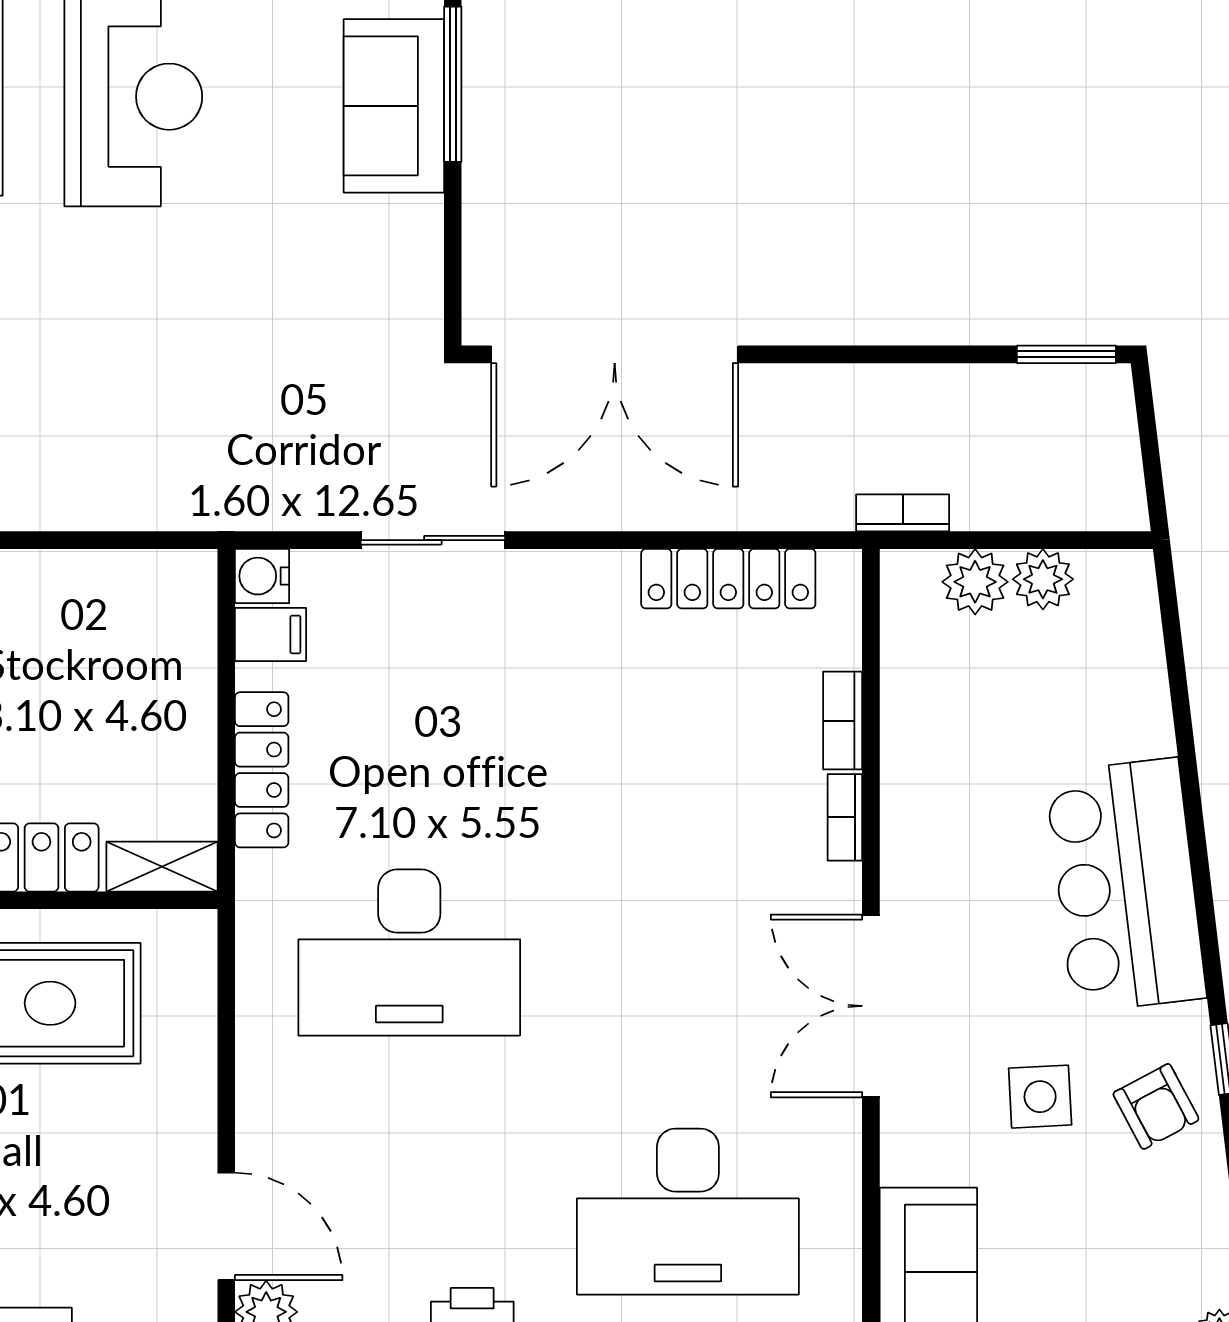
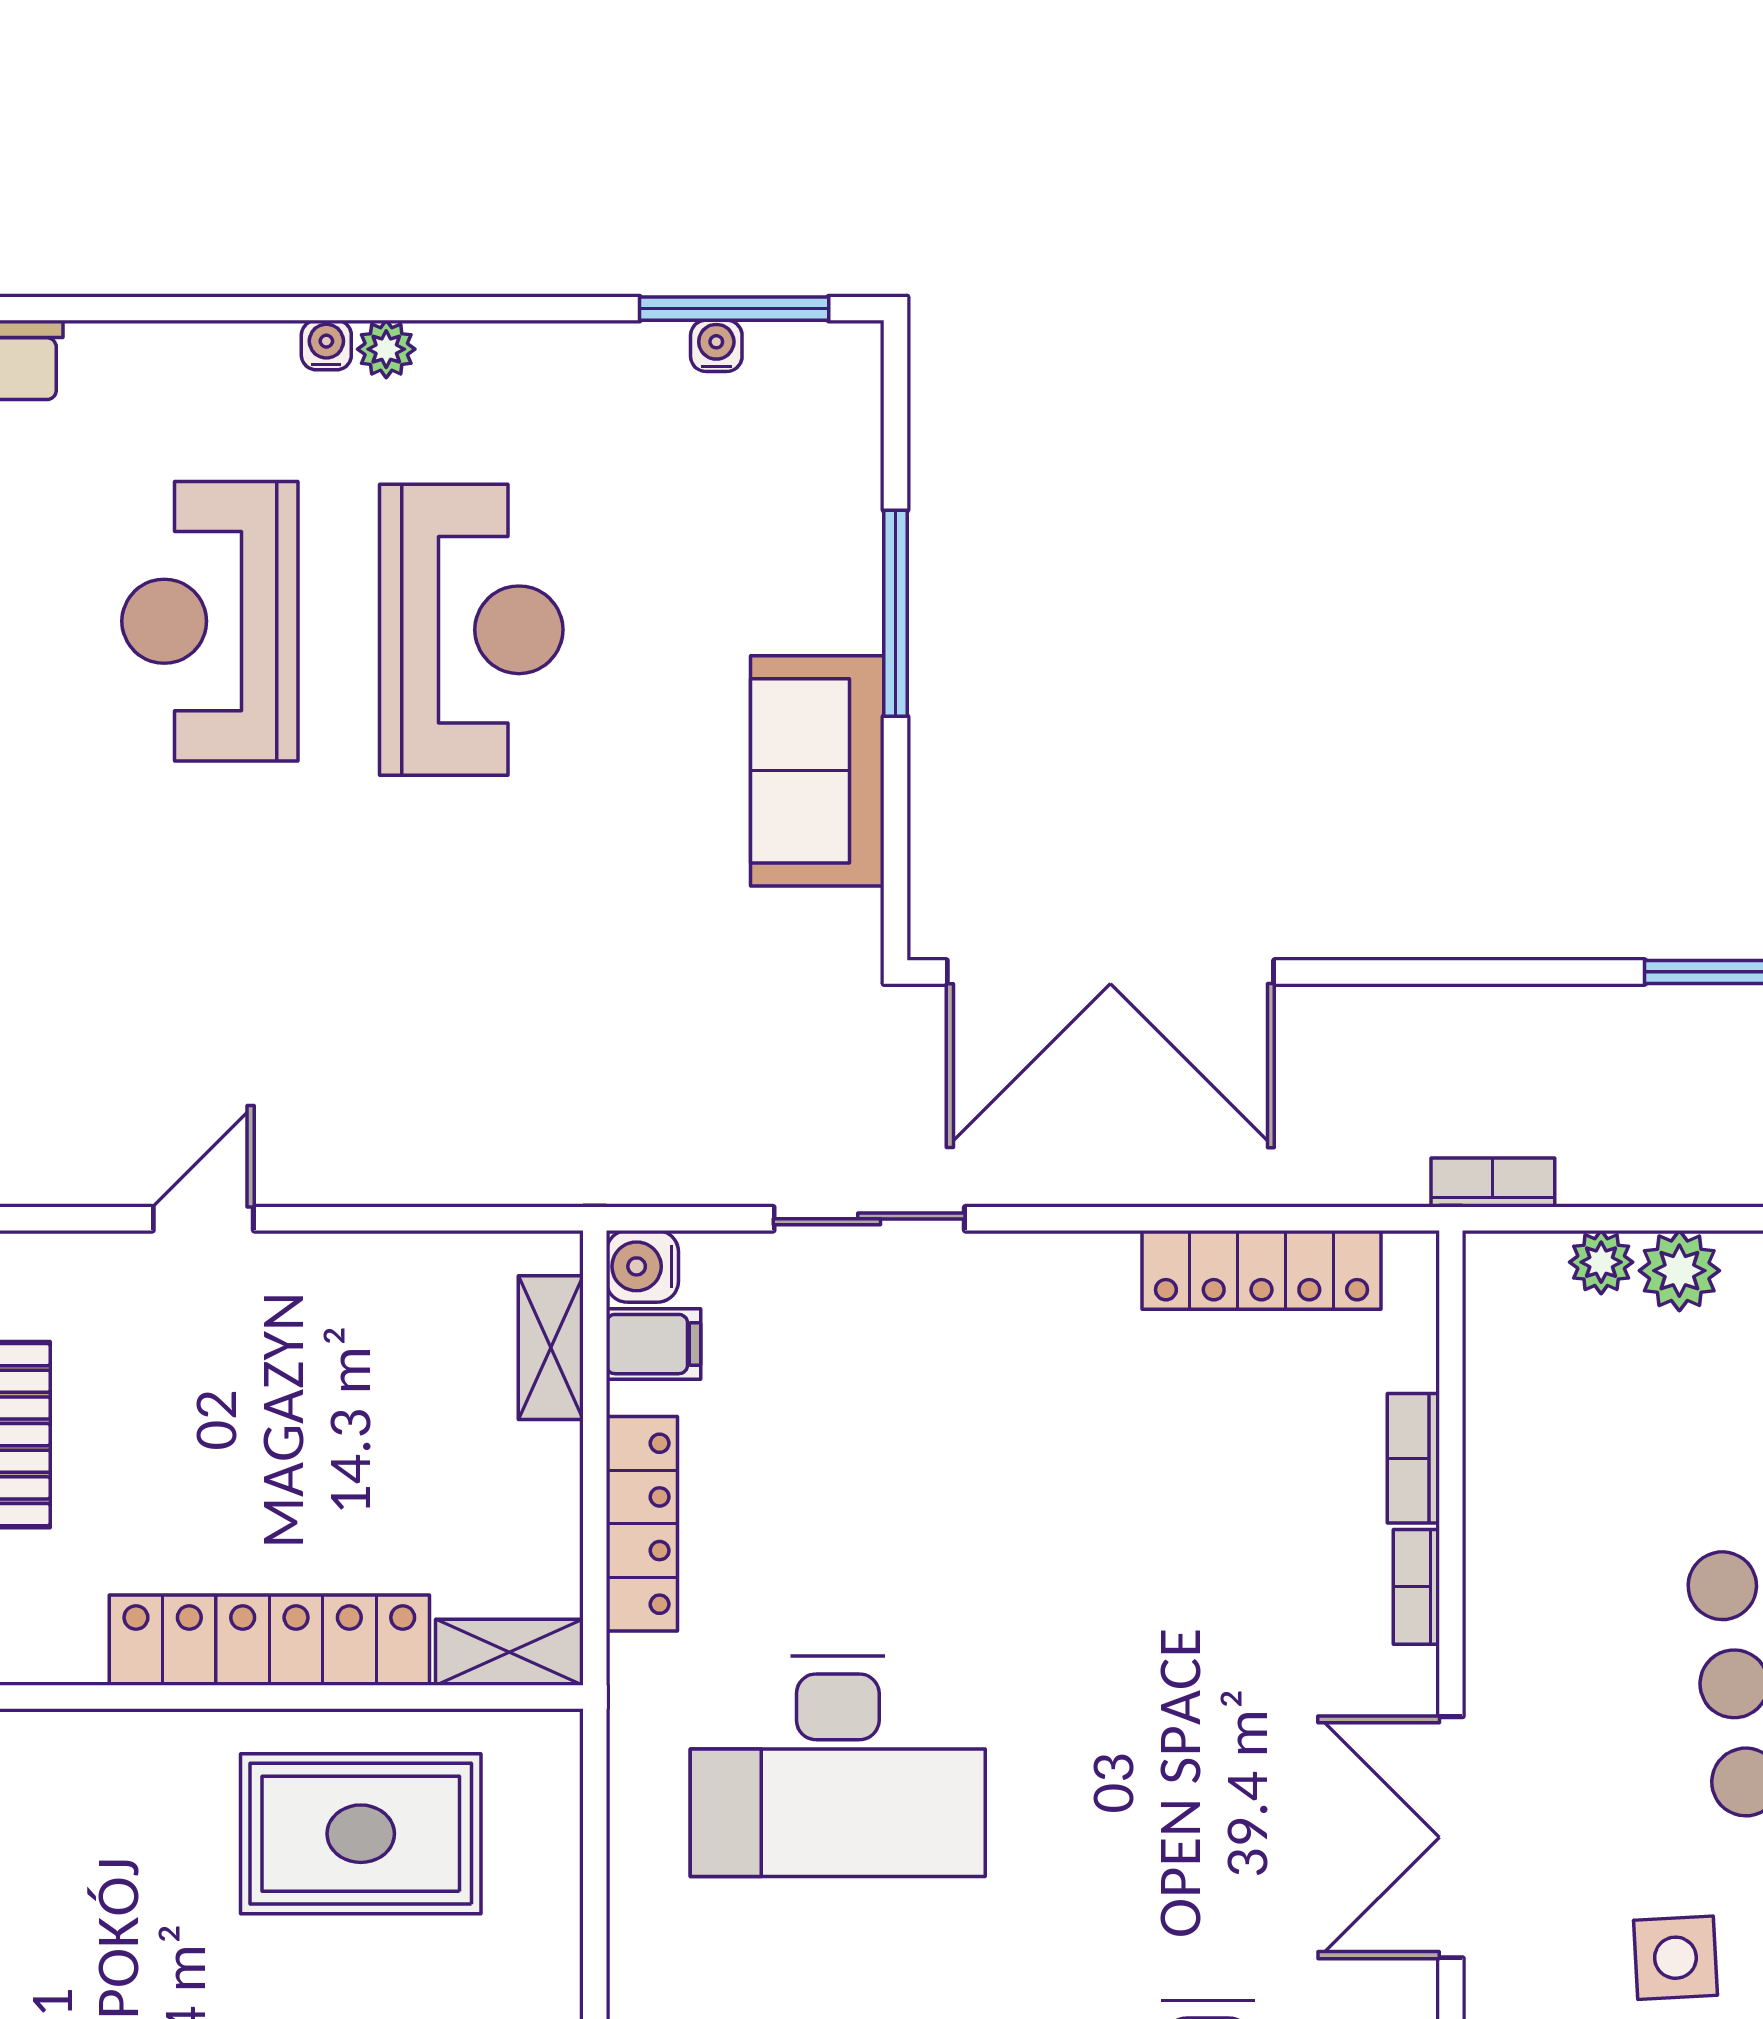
sofa: (394, 106) -> (817, 771), moved
plant: (975, 582) -> (1601, 1262), width x0.73, depth x0.73
shelving: (193, 637) -> (551, 1348), added

